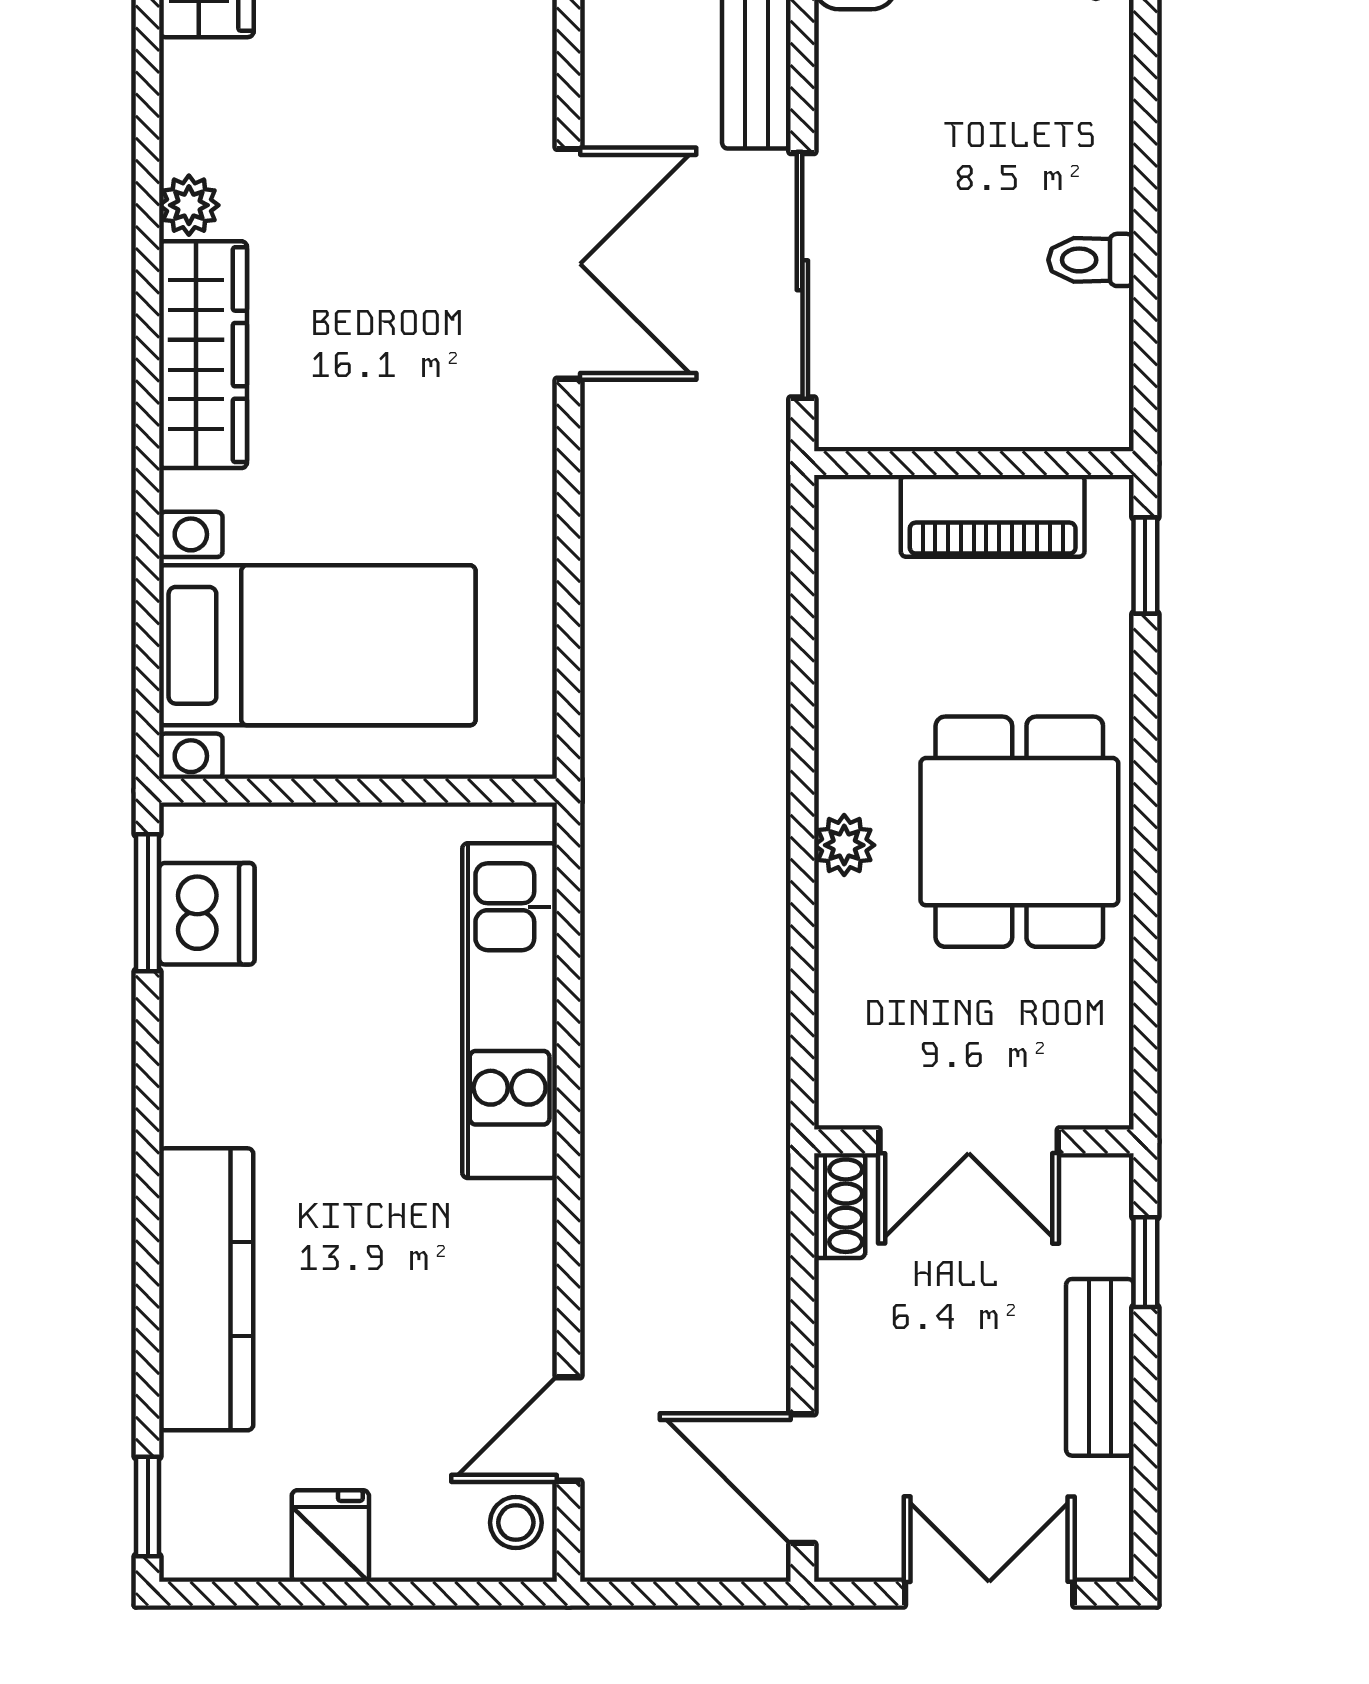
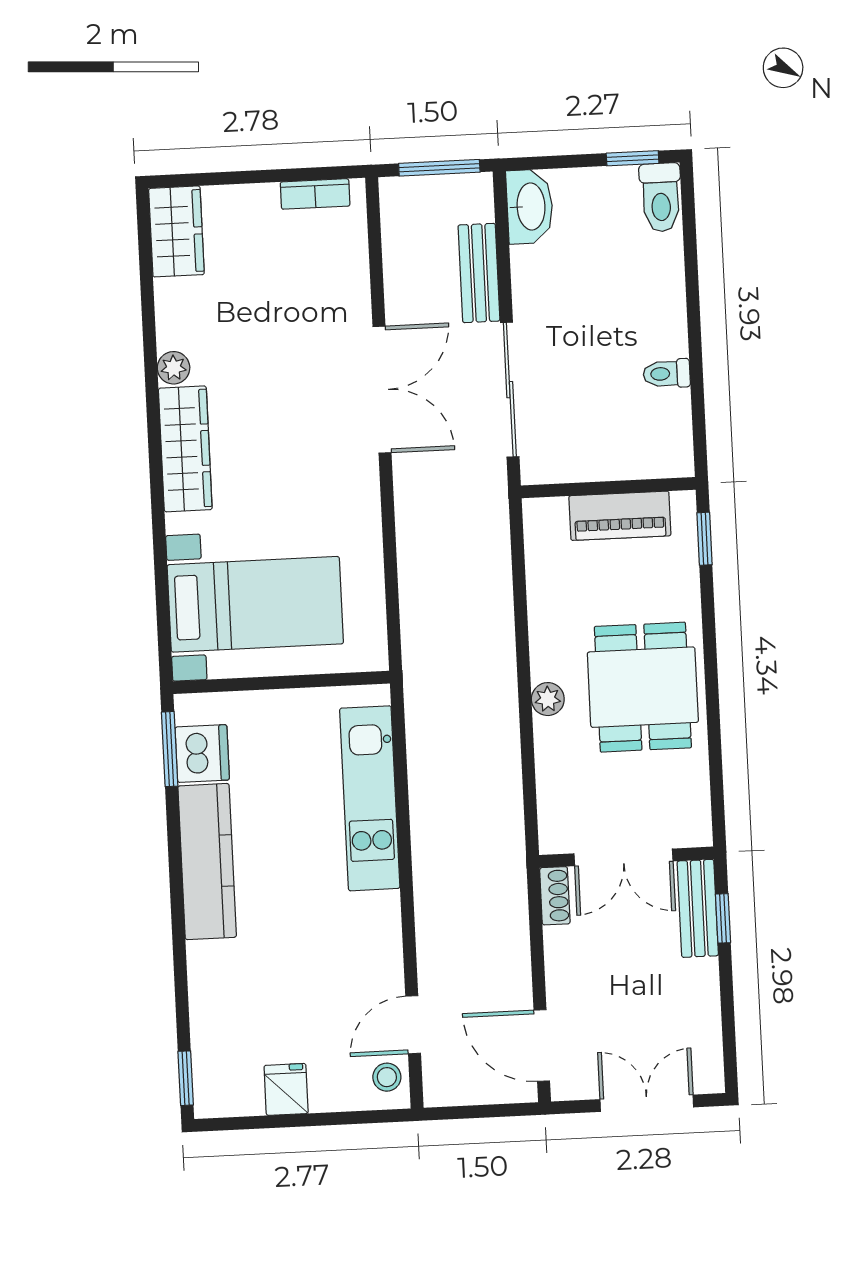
kitchen counter: (206, 1289) -> (207, 862), moved
bench: (1100, 1367) -> (698, 908), moved

